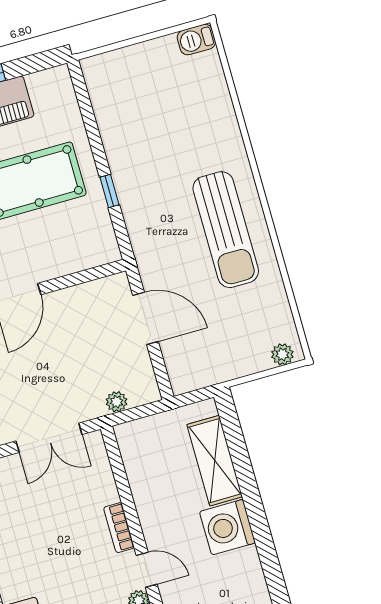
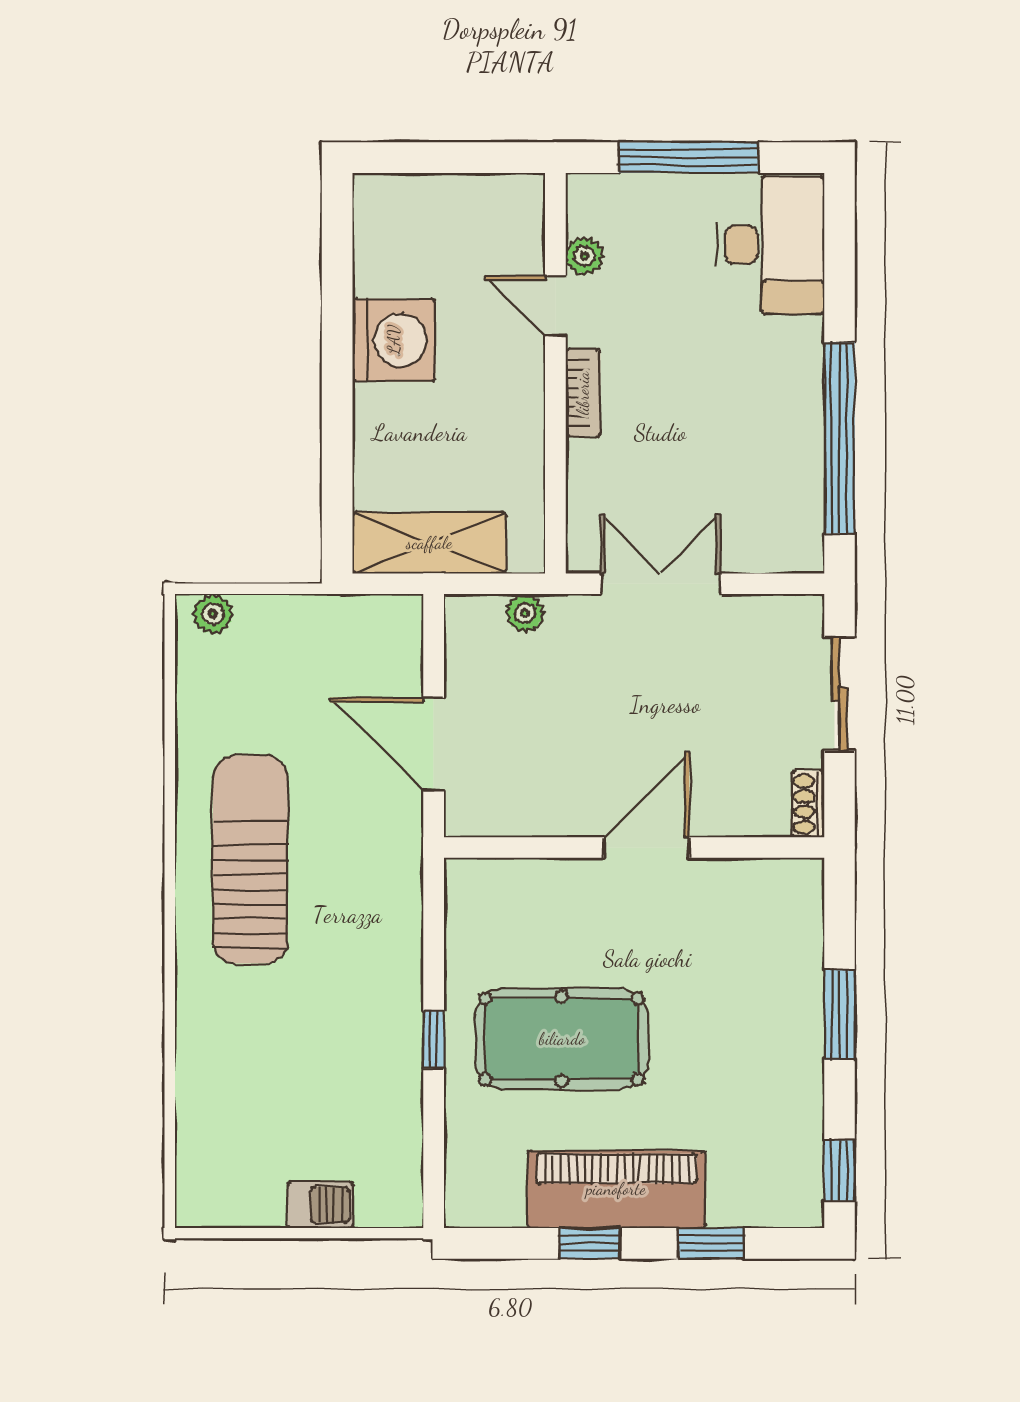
barbecue: (196, 40) -> (320, 1205), moved
window: (109, 191) -> (434, 1039), moved
shelving: (215, 461) -> (429, 543), moved, turned 90

